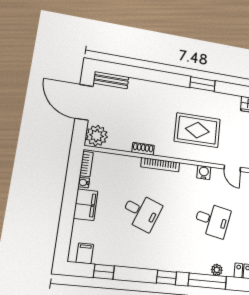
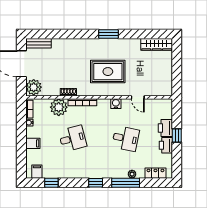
plant: (128, 167) -> (59, 107), added
filing cabinet: (86, 205) -> (33, 143), width x0.50
desk: (141, 212) -> (73, 139), turned -36

